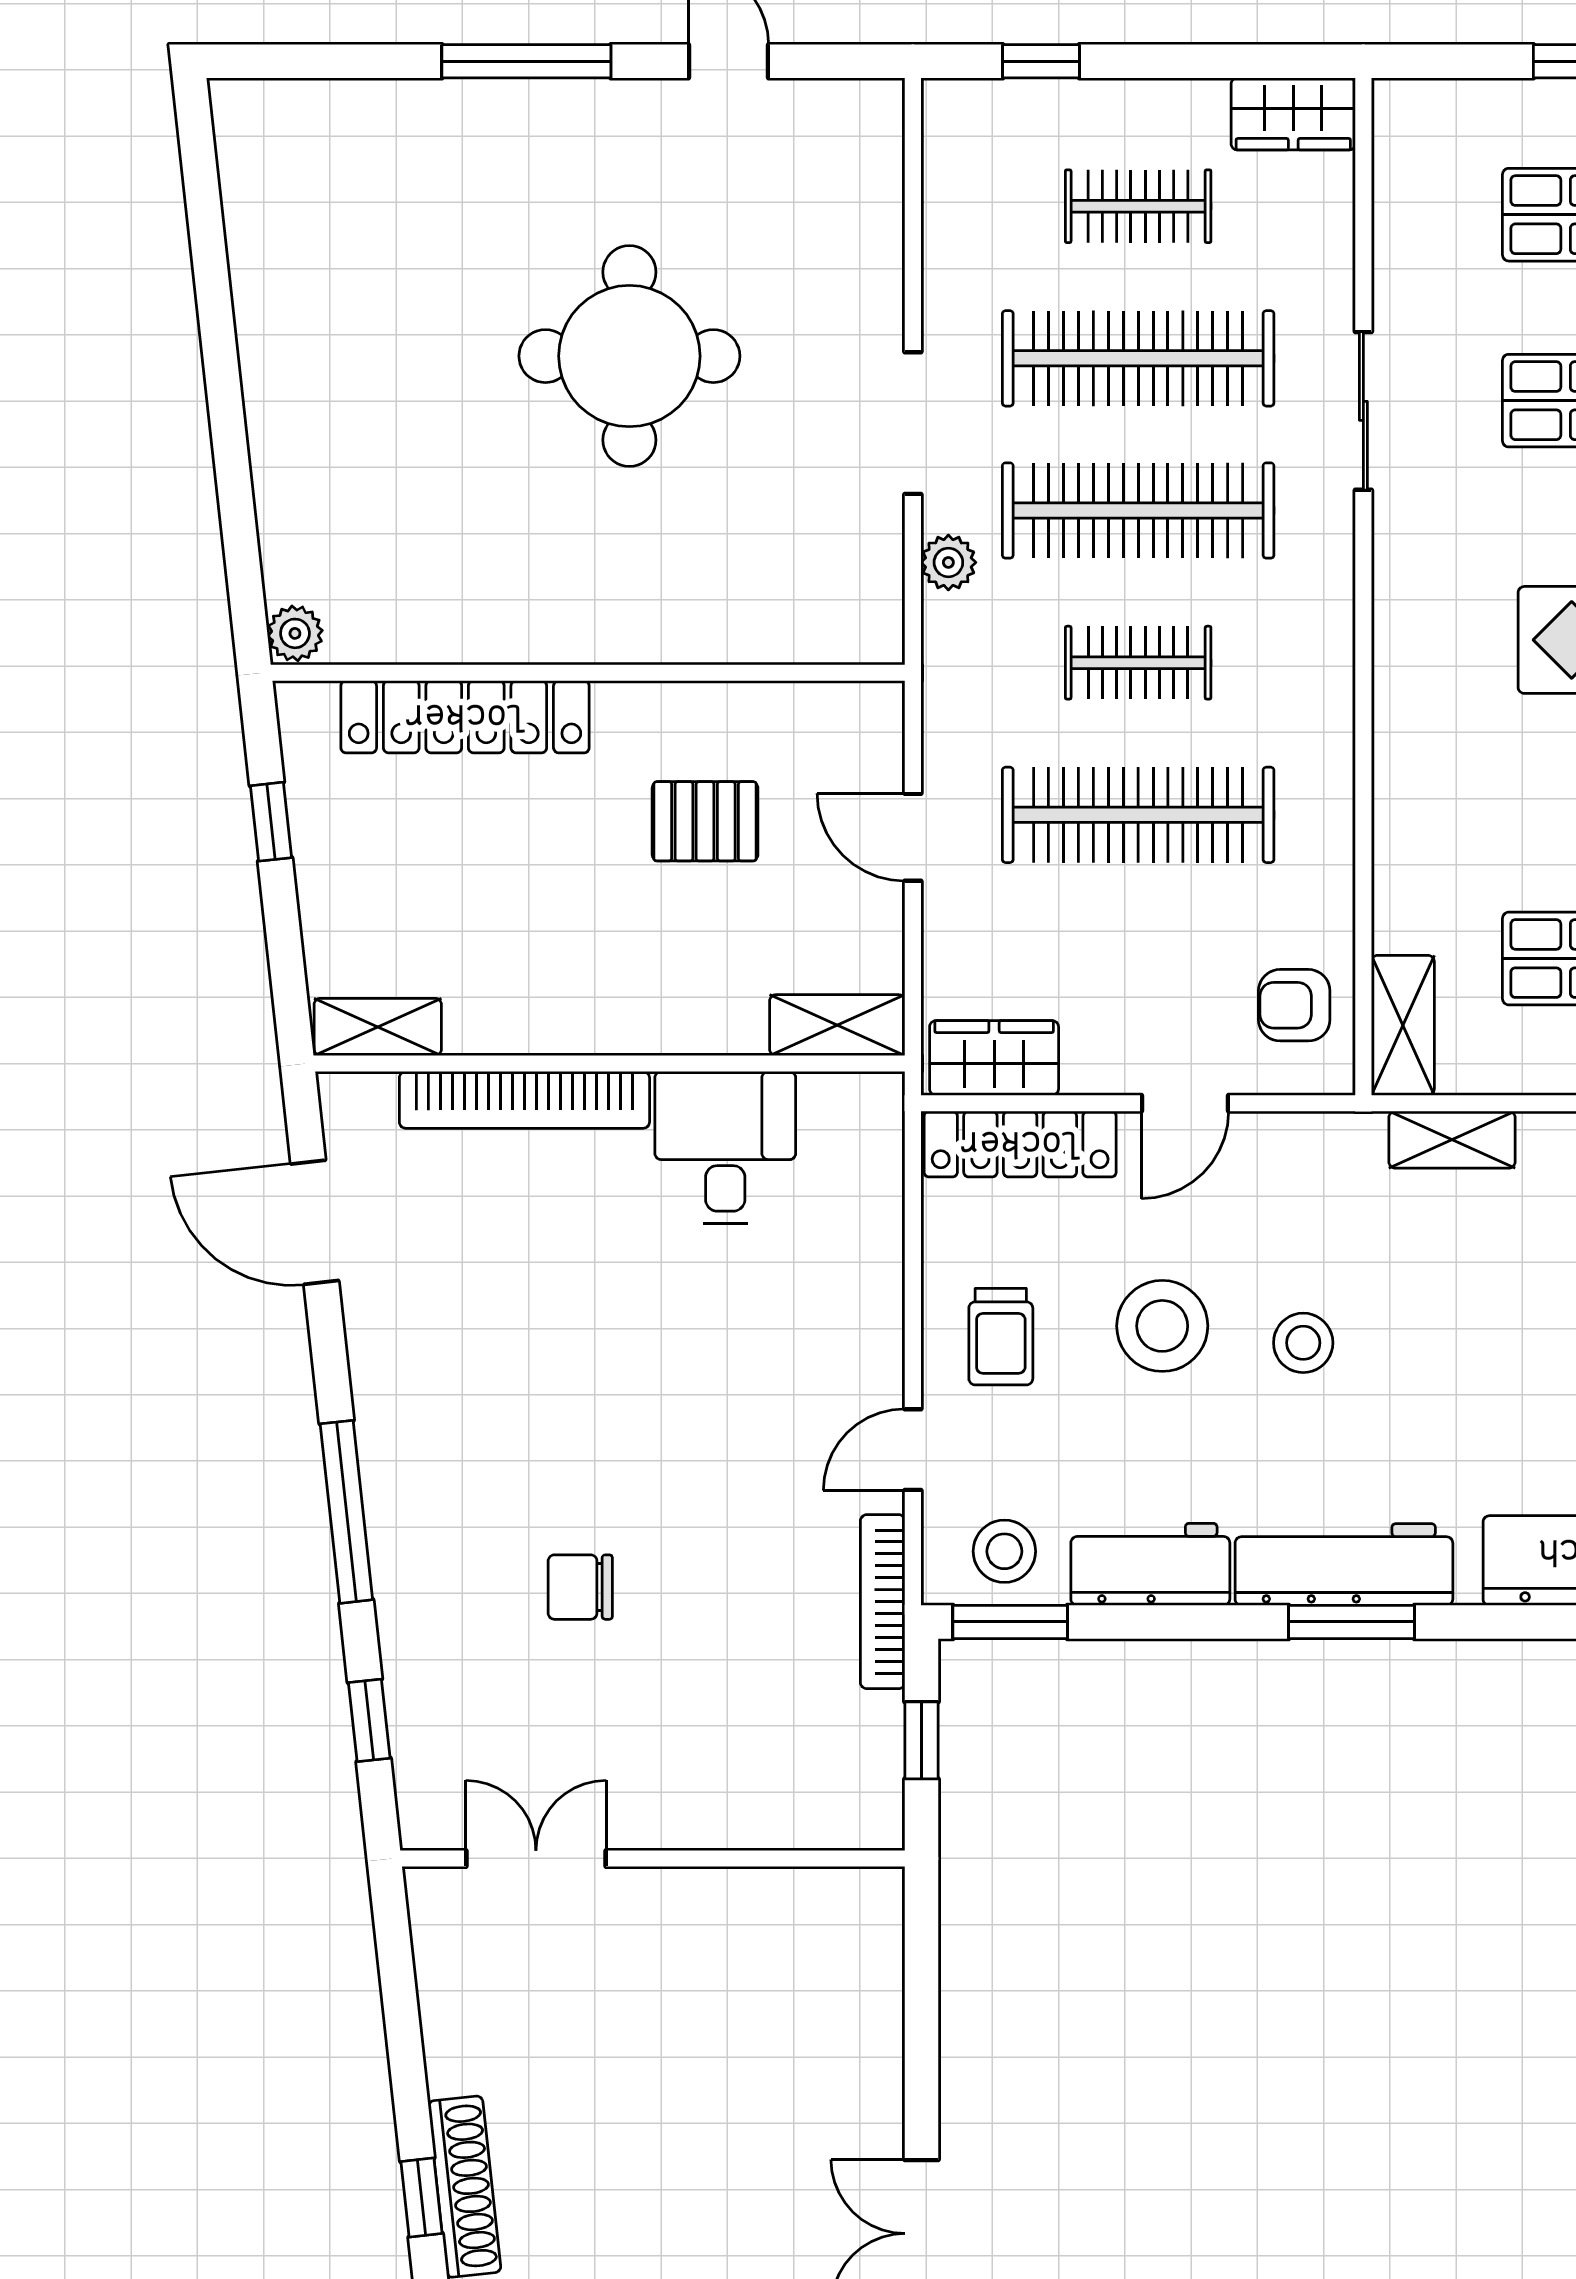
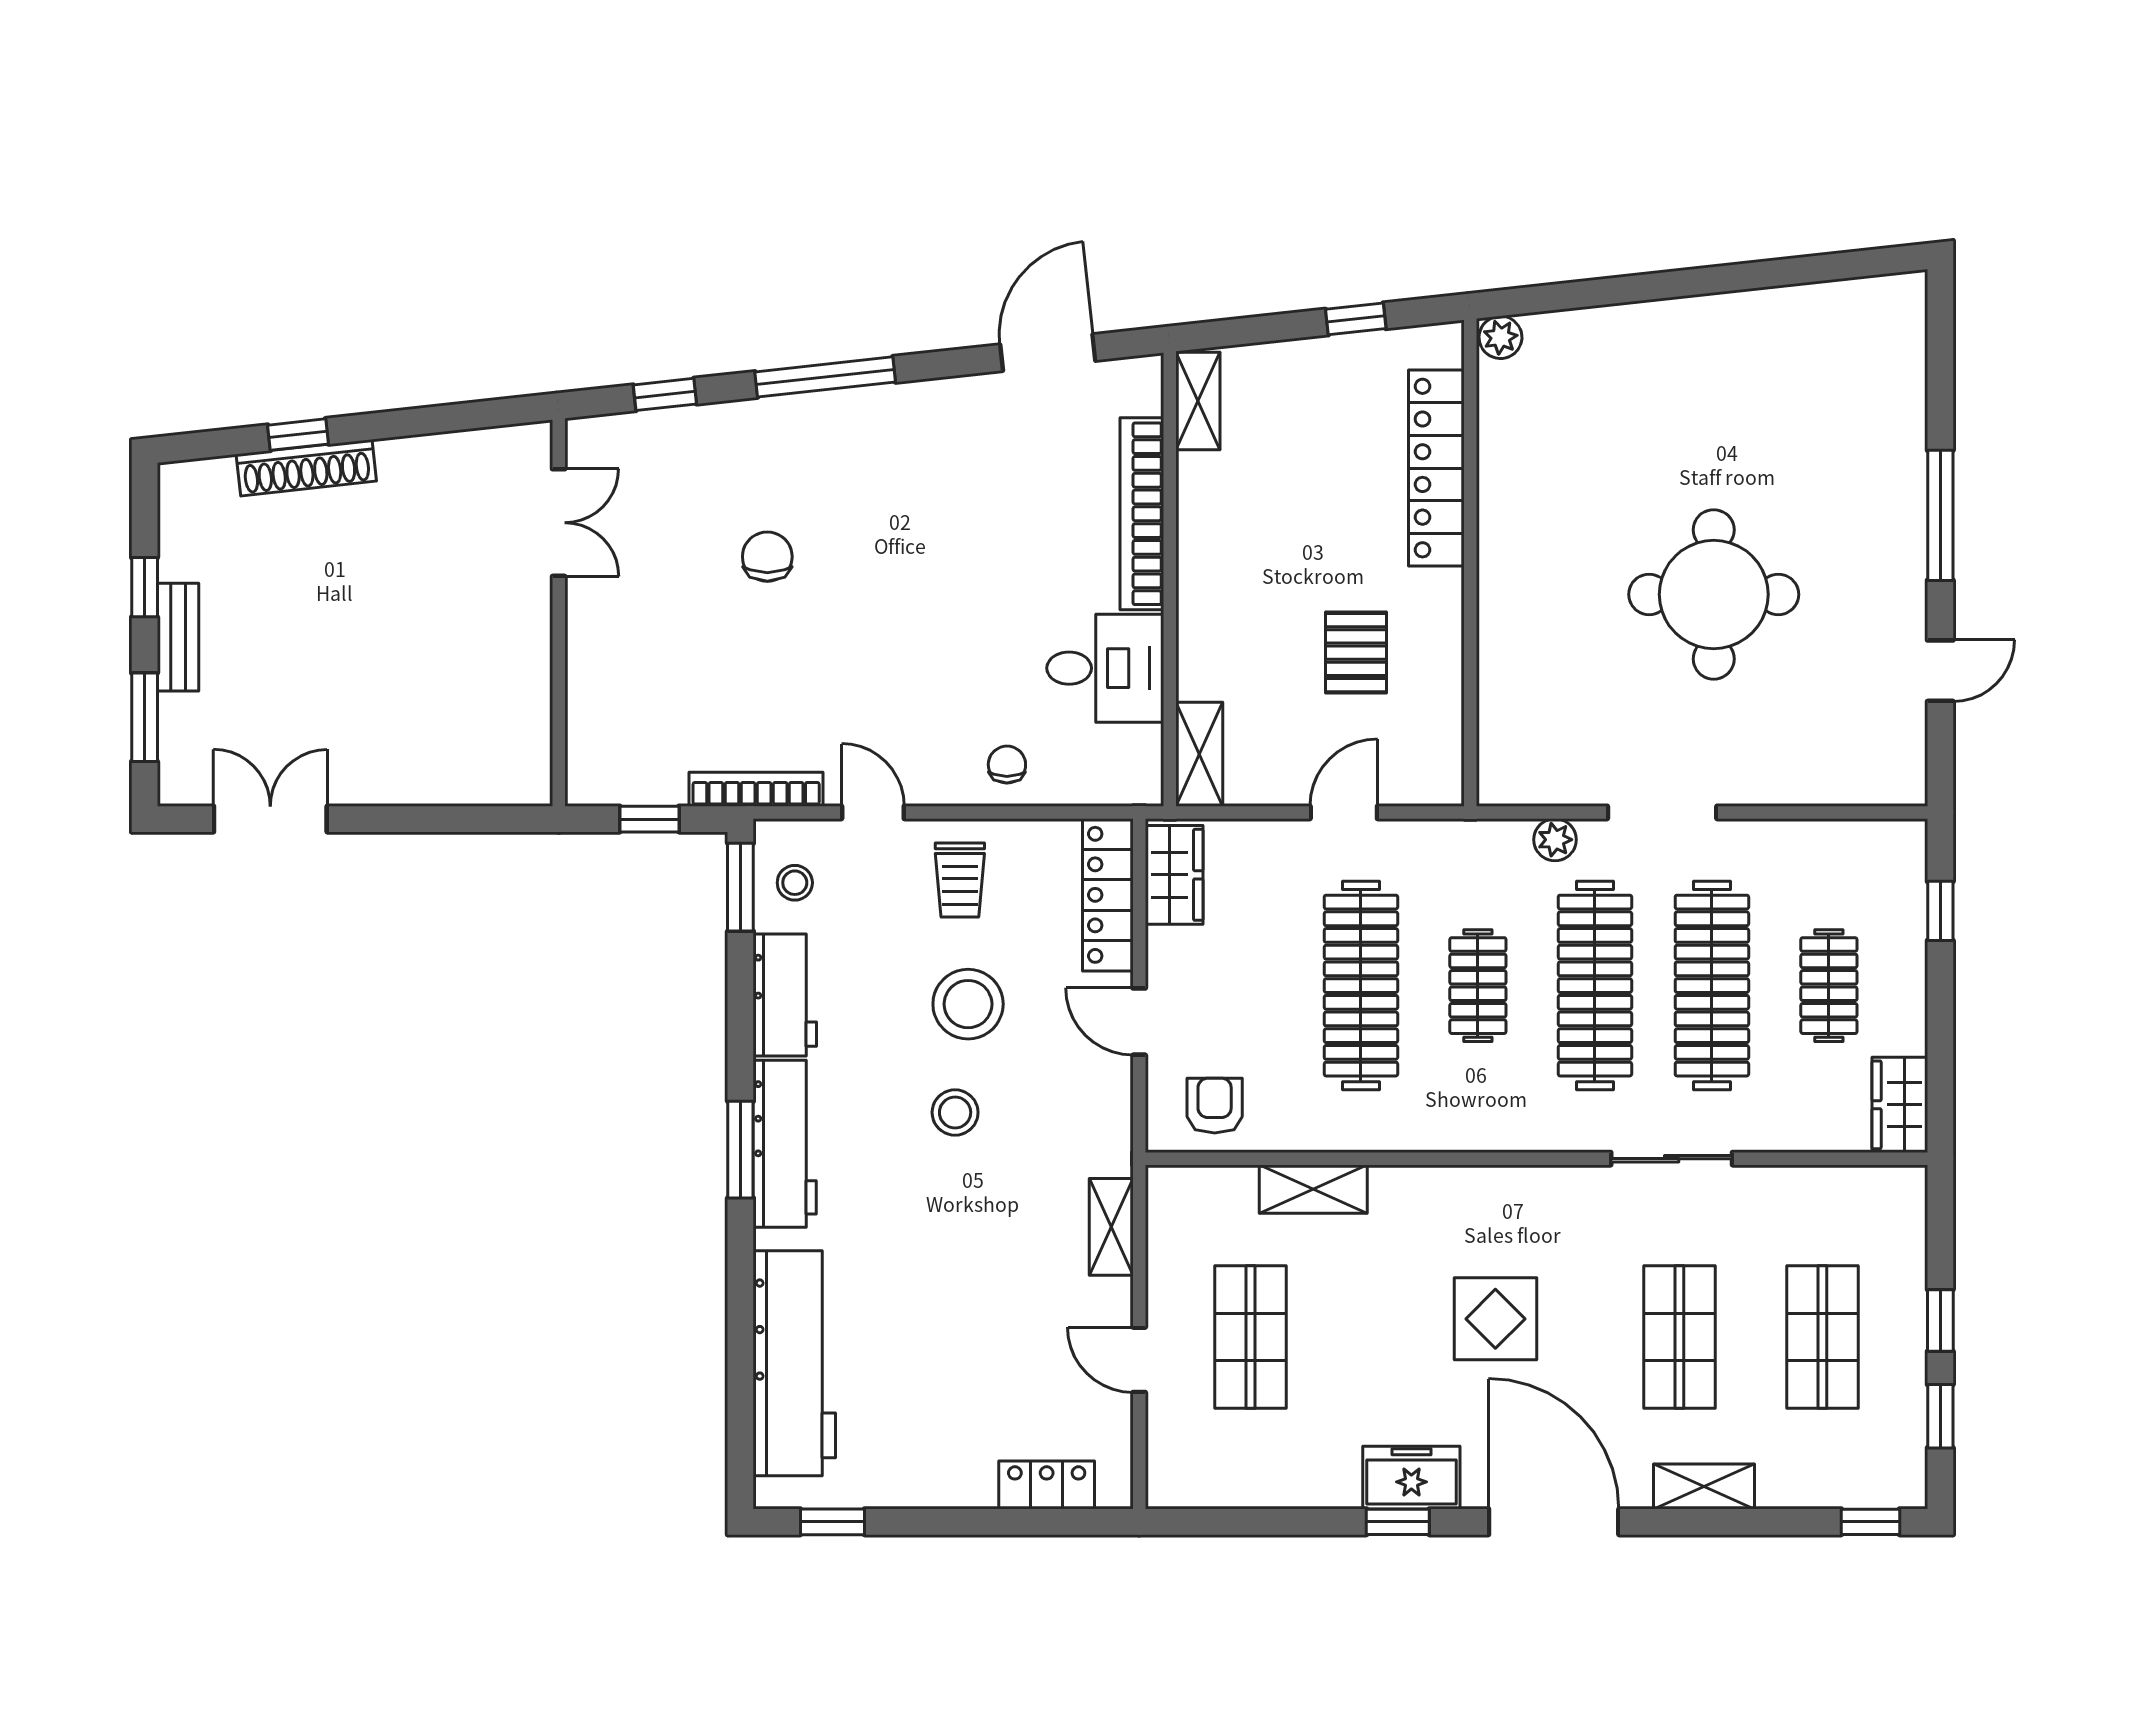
shelving: (1403, 1025) -> (1313, 1189), moved
chair: (851, 1275) -> (1007, 765), added
trolley: (1001, 1337) -> (960, 880), turned -90
stool: (1004, 1551) -> (795, 883), width x0.73, depth x0.73

